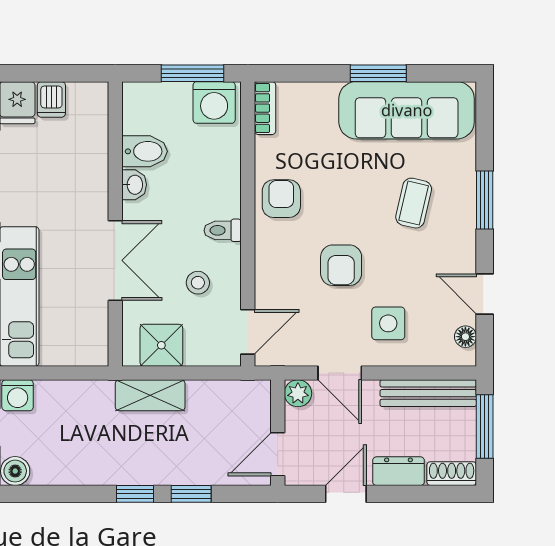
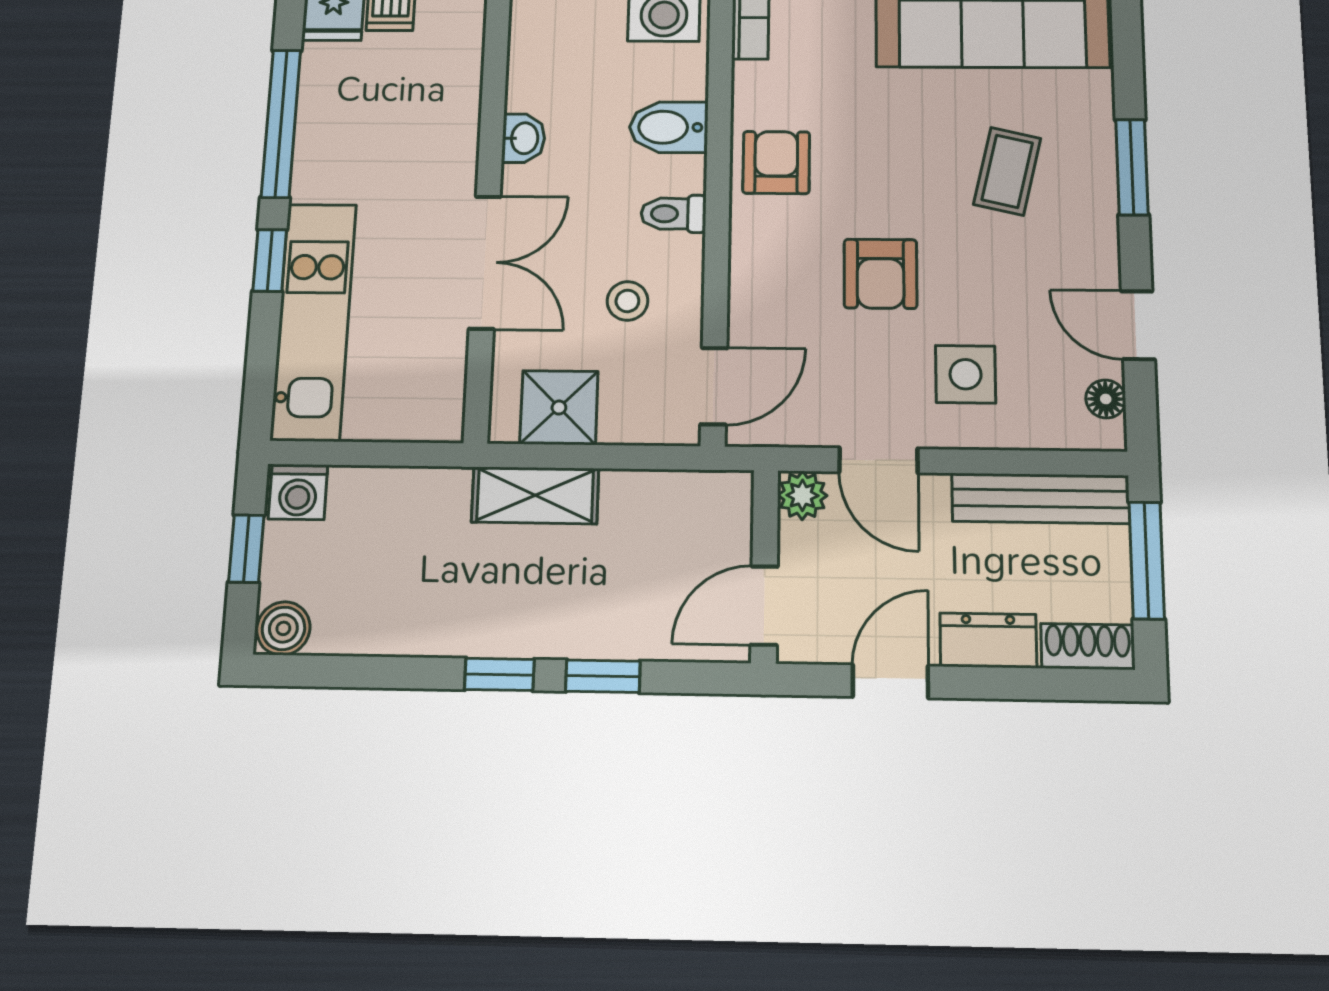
bidet: (145, 151) -> (669, 127), moved, turned 180

